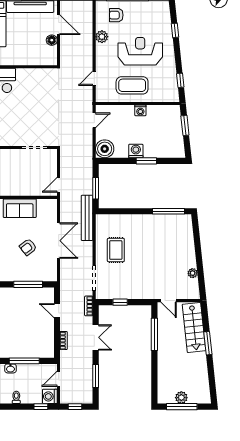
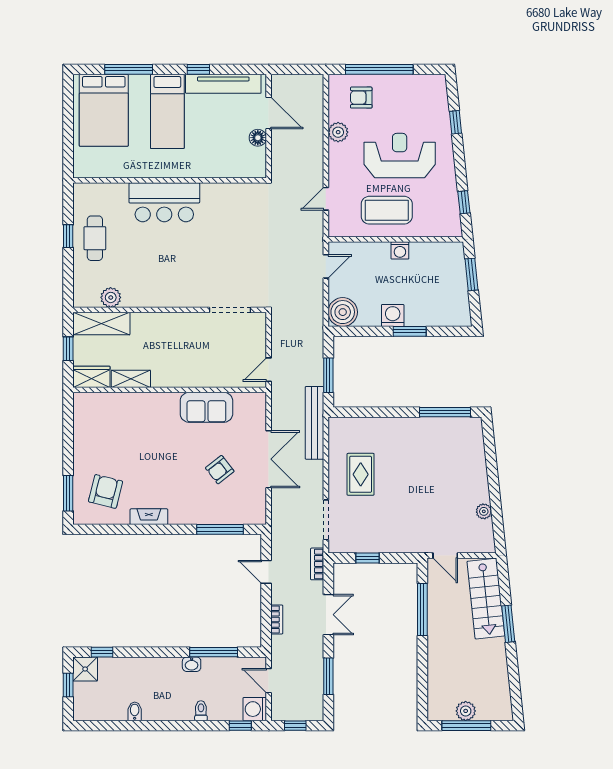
door: (59, 379) -> (269, 681), hinge flipped

